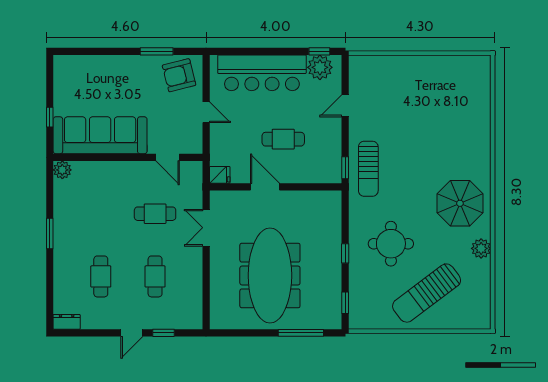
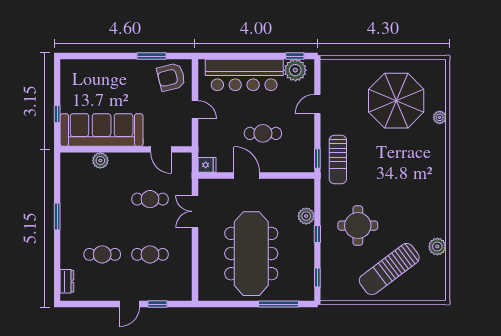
plant: (484, 121) -> (440, 117), added
plant: (62, 170) -> (100, 160), moved
parasol: (460, 203) -> (396, 101), moved, width x1.36, depth x1.36
plant: (332, 233) -> (306, 216), added
plant: (481, 248) -> (437, 247), moved
cafe table: (101, 276) -> (102, 254), turned 90
cafe table: (155, 276) -> (150, 254), turned 90
dresser: (67, 322) -> (67, 281), moved, turned 90

